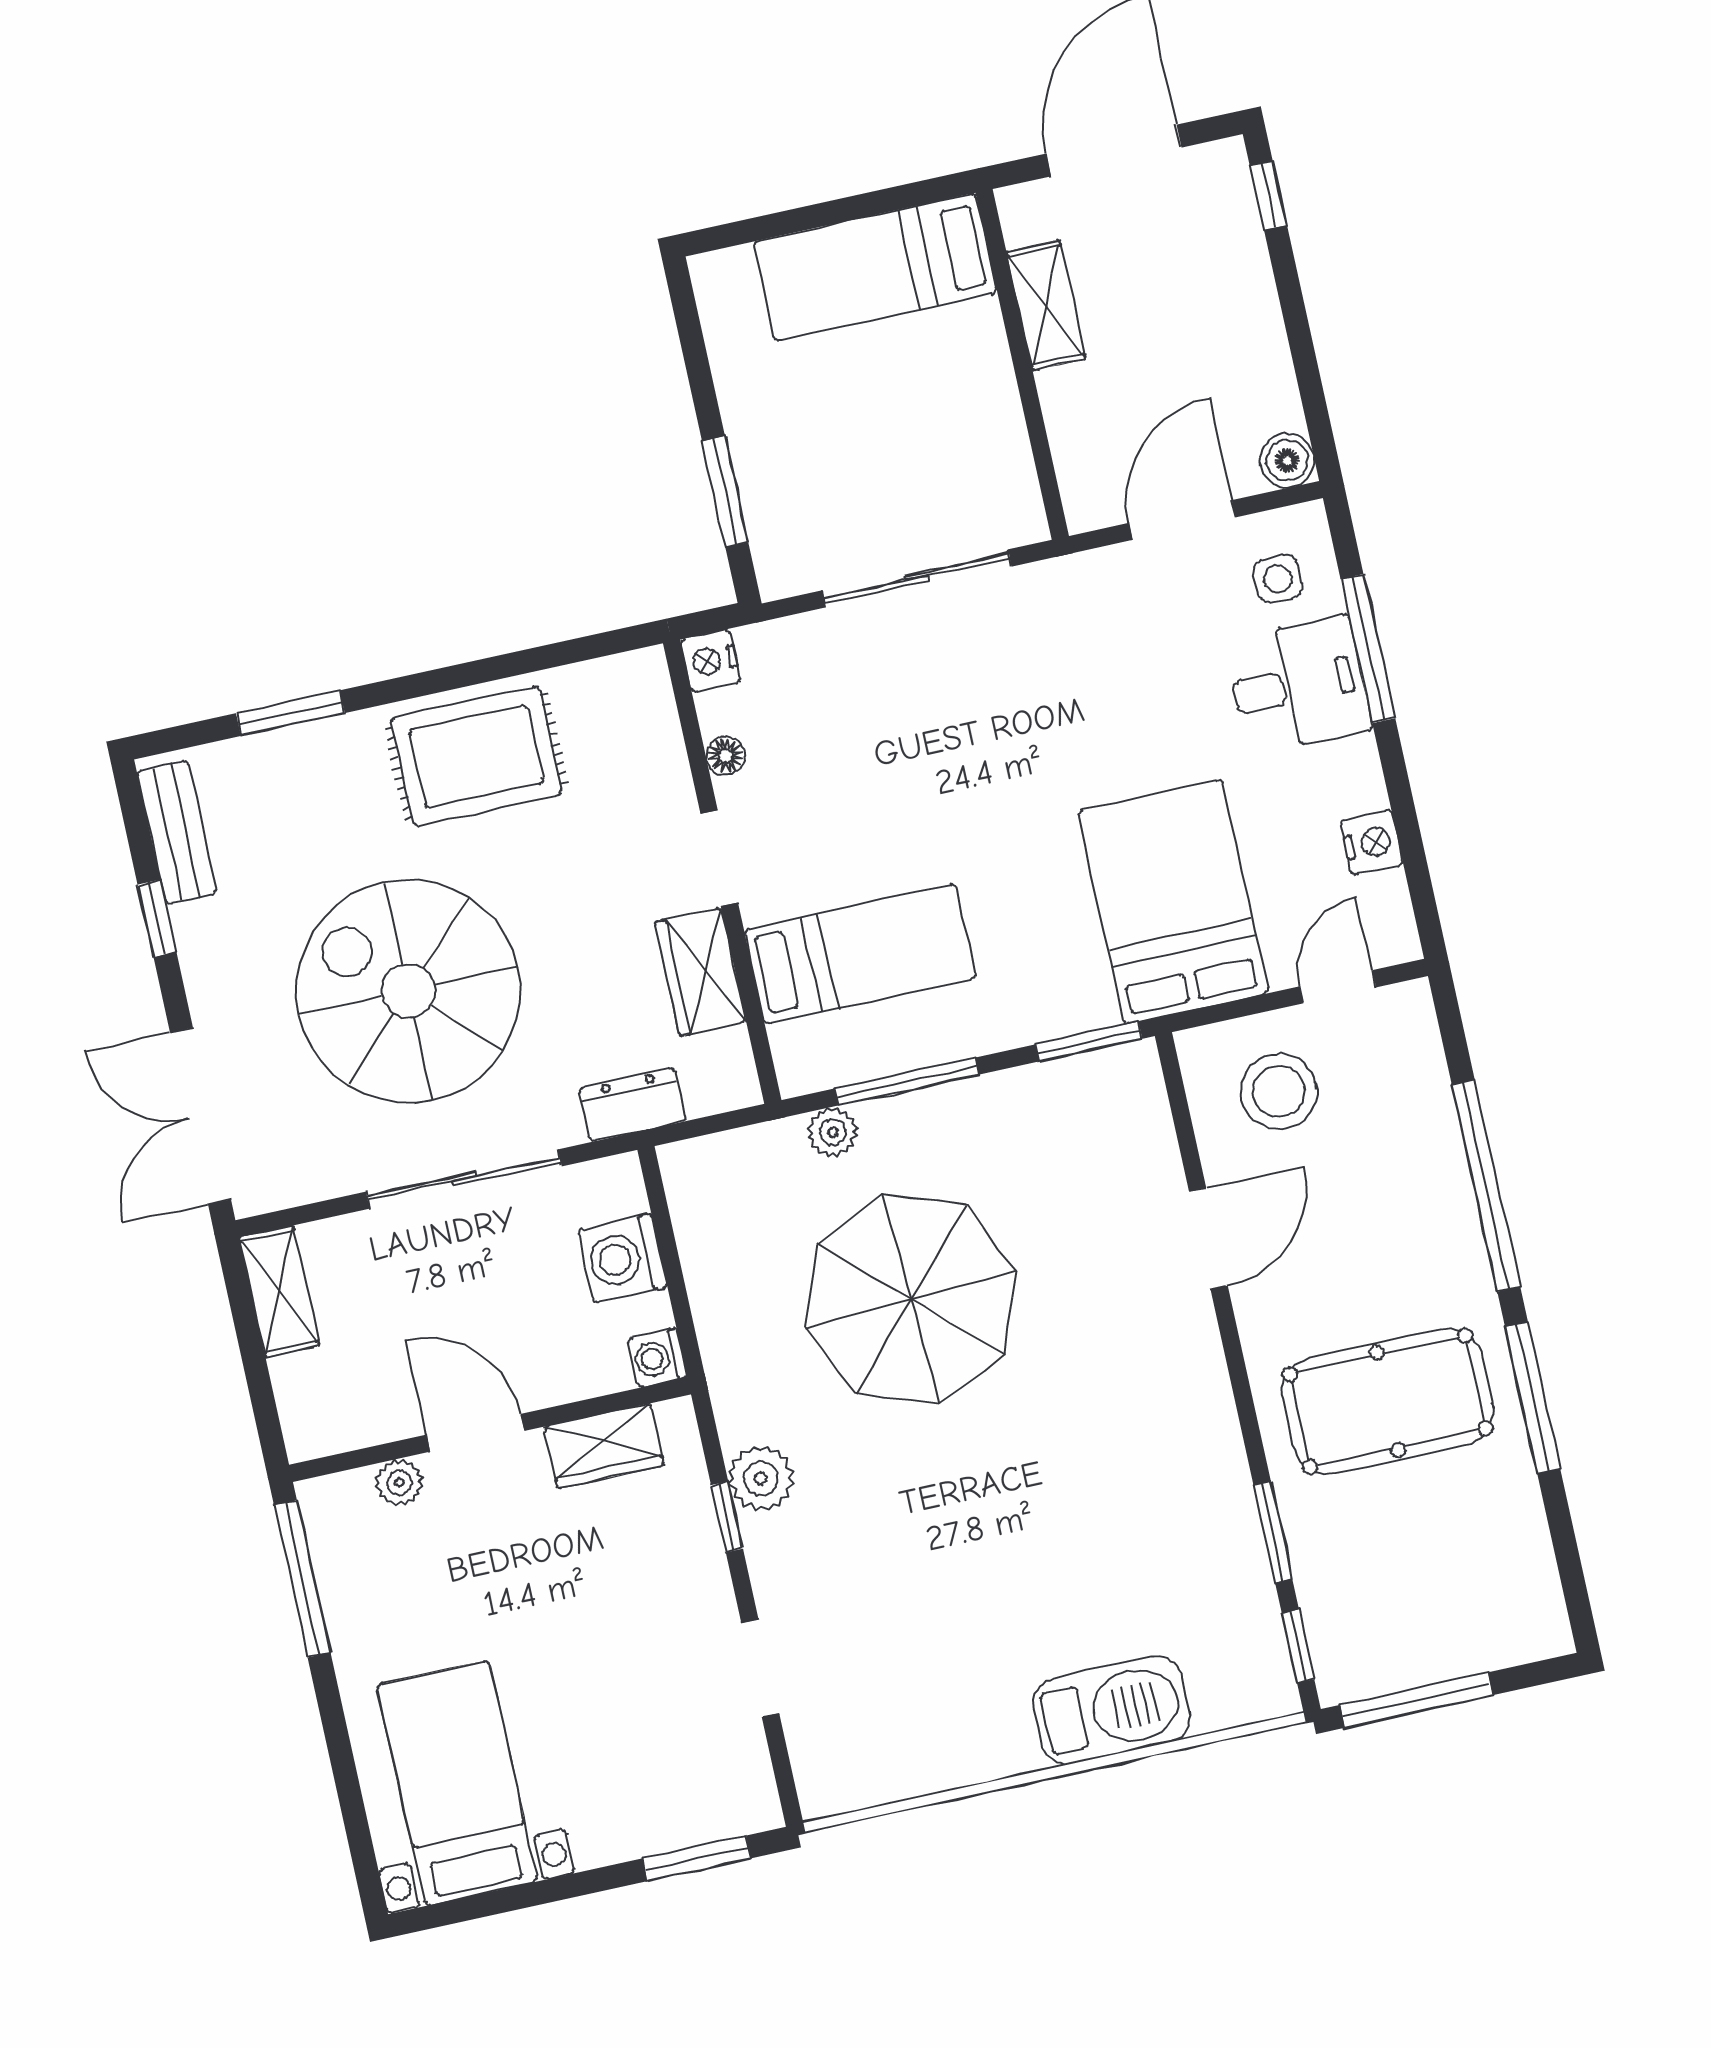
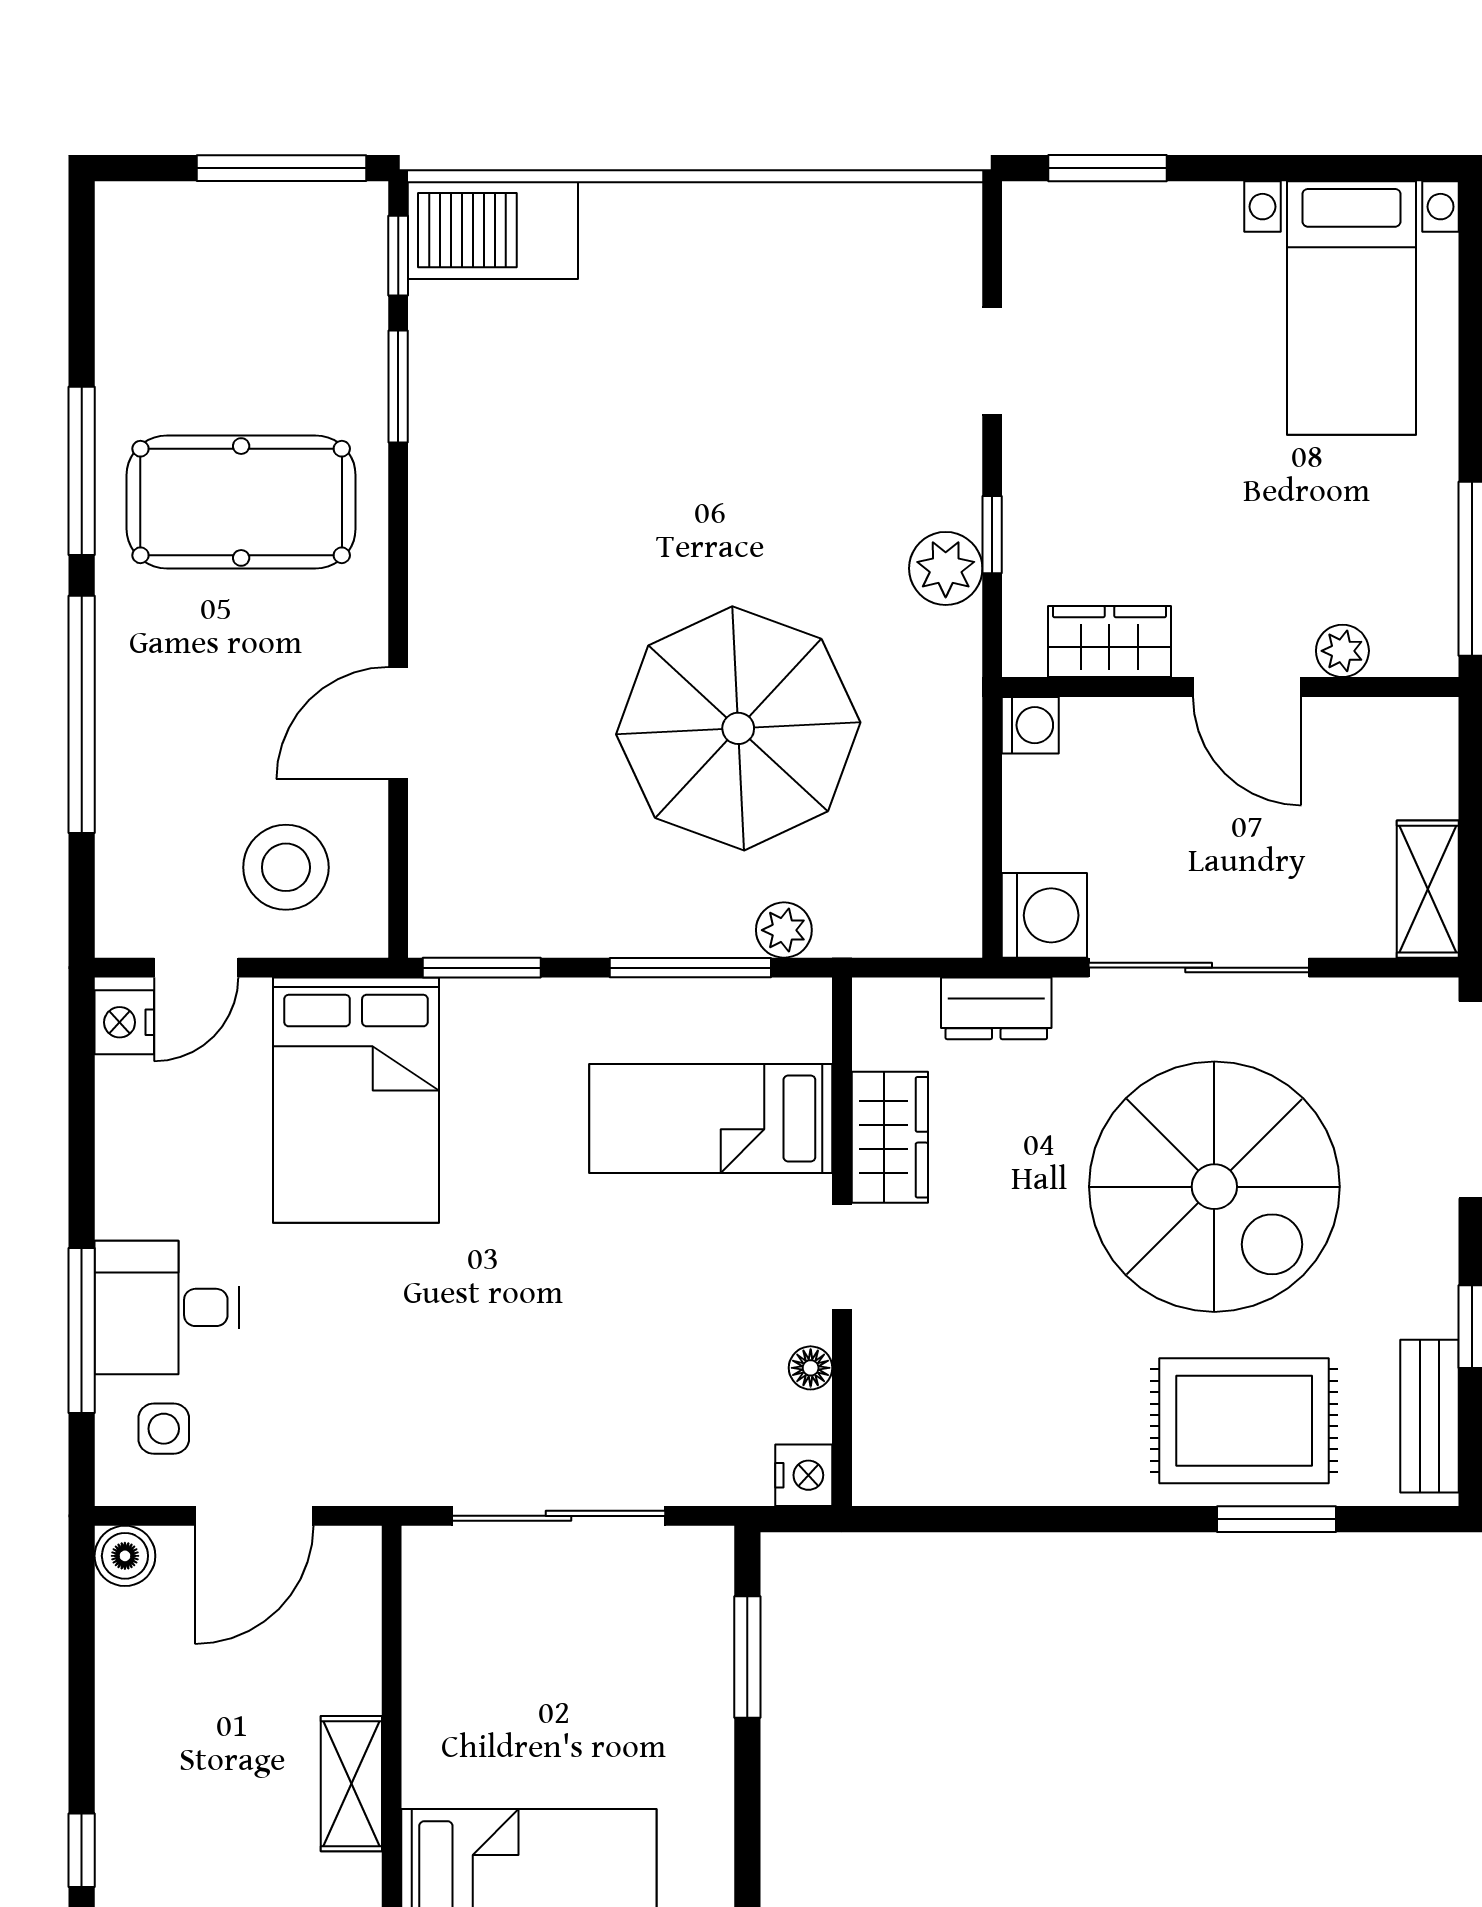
rug: (476, 756) -> (1244, 1421), moved
nightstand: (1372, 843) -> (124, 1022), moved
washing machine: (622, 1258) -> (1044, 915), moved
barbecue: (1112, 1710) -> (493, 230), moved

